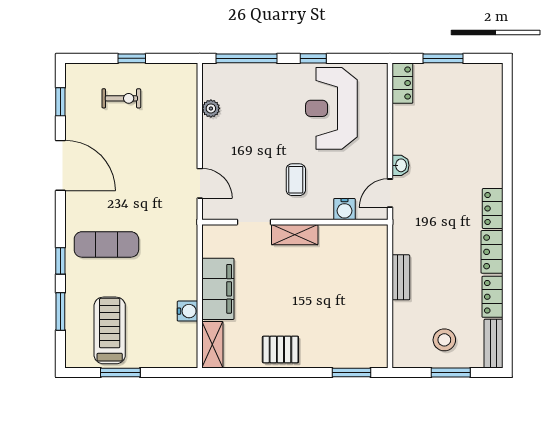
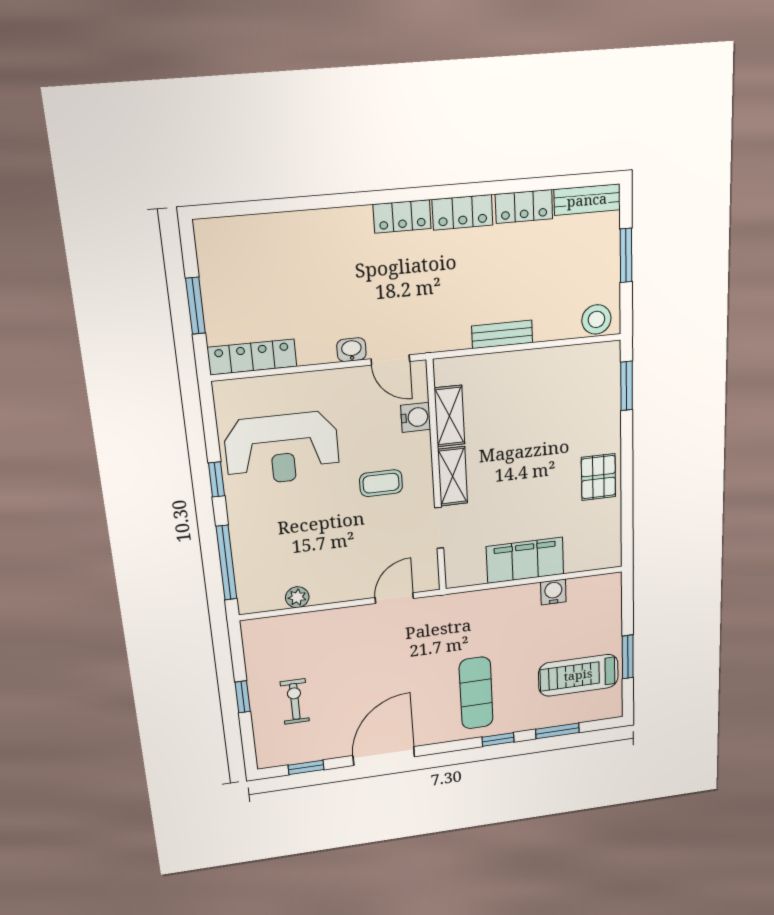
locker: (402, 83) -> (252, 357), width x1.53
stool: (444, 340) -> (596, 319), moved
shelving: (212, 345) -> (449, 416), moved, turned 90

